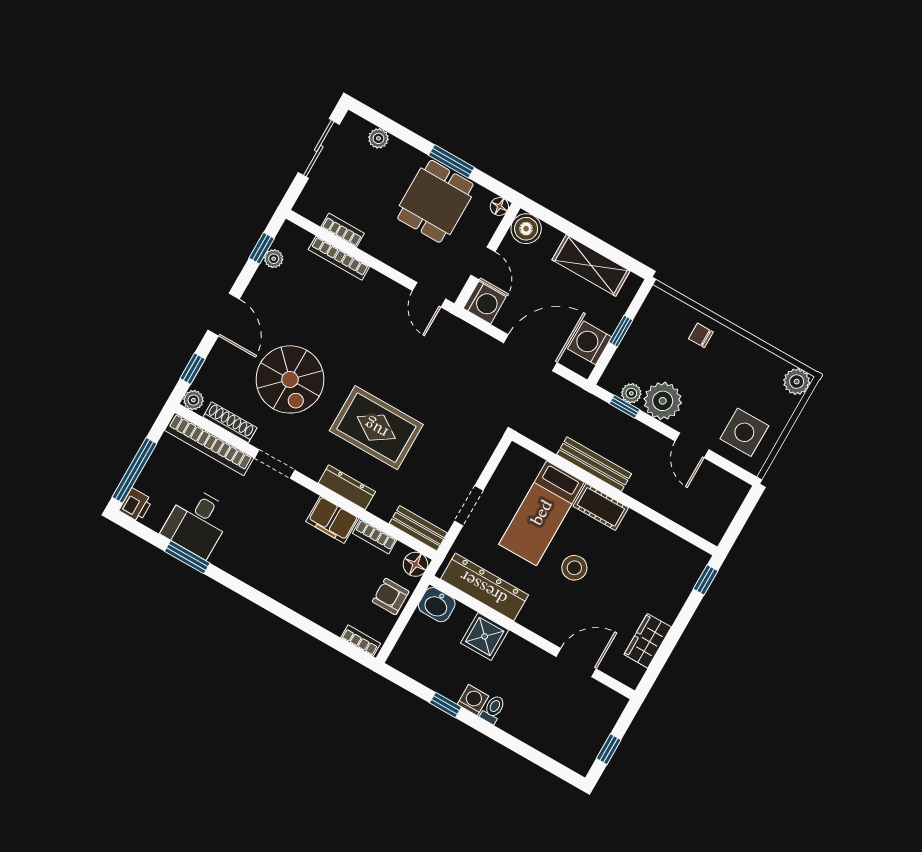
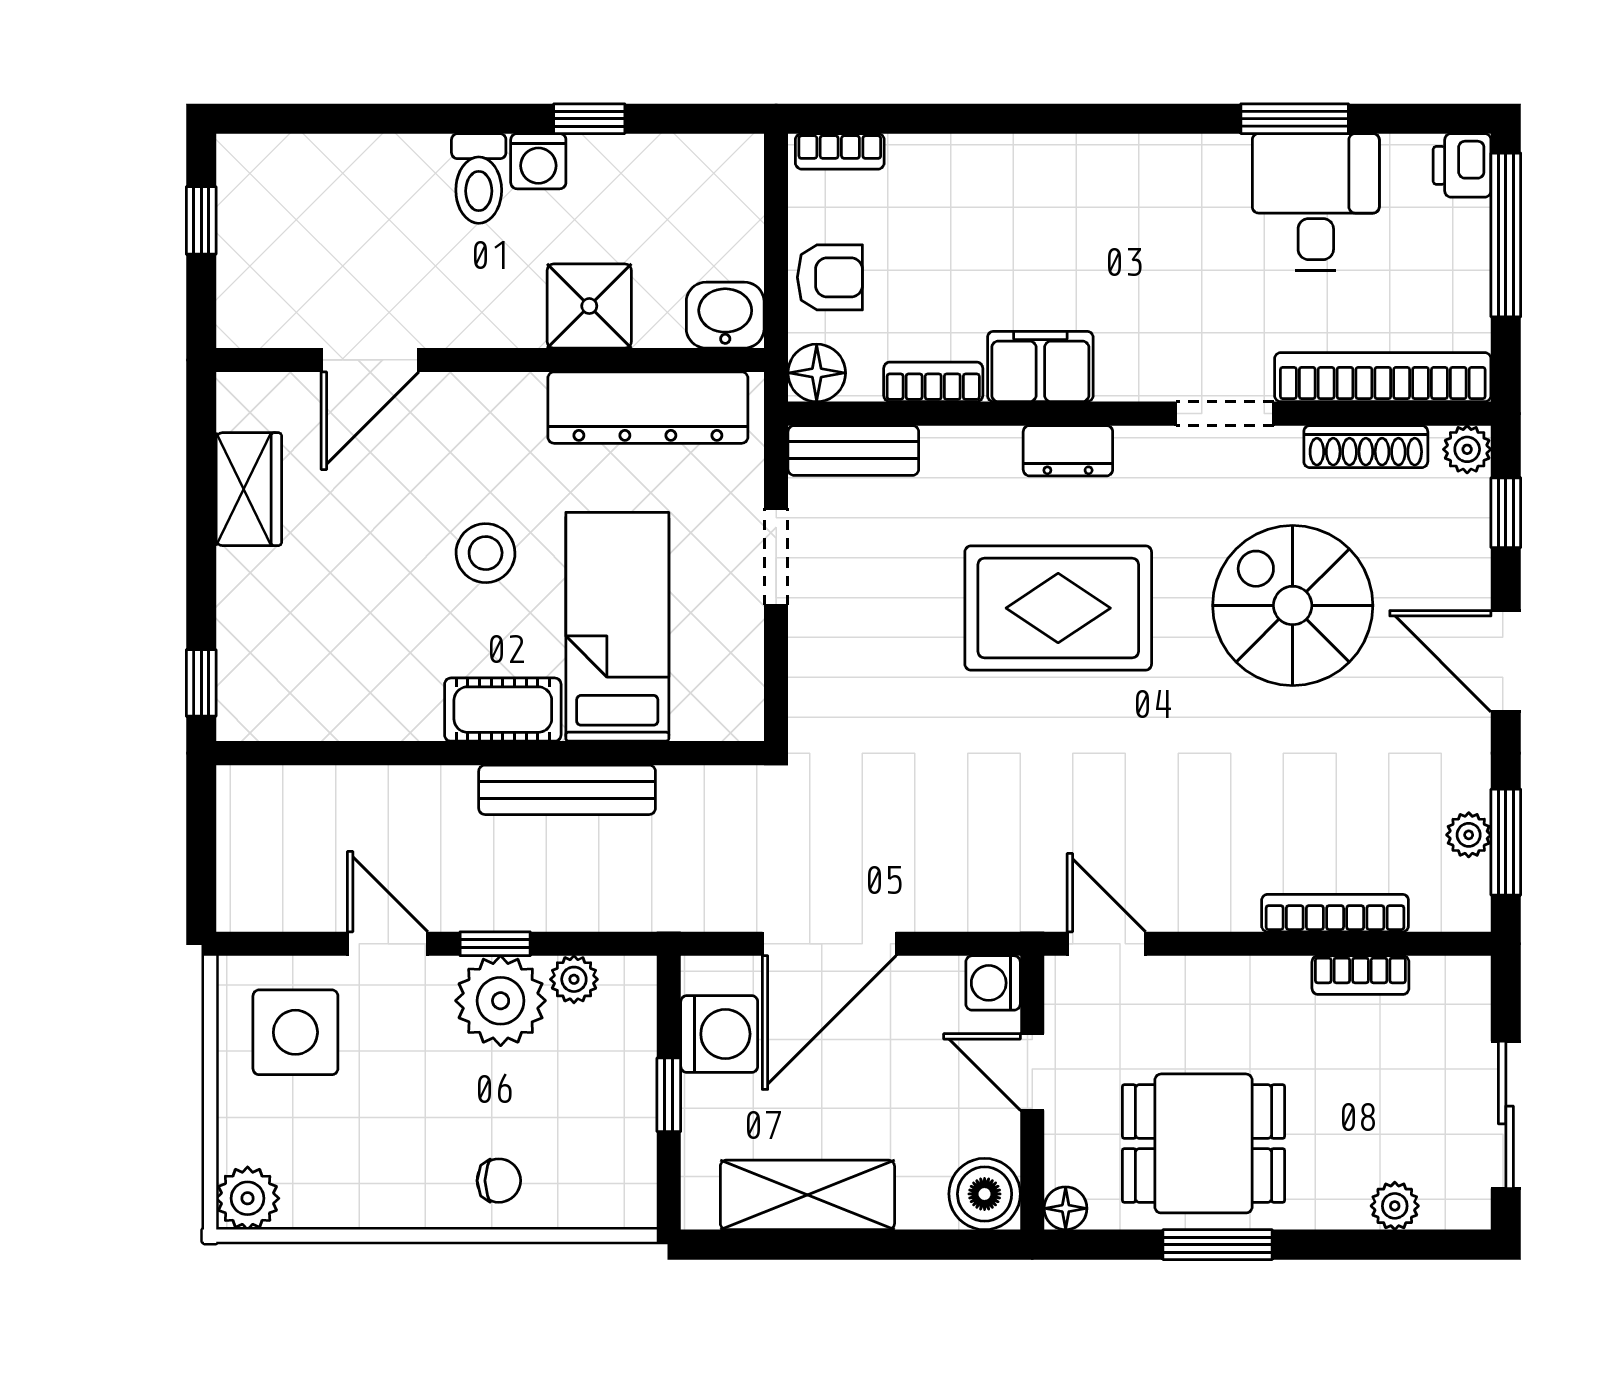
dining table: (435, 201) -> (1204, 1143), turned 90
window: (262, 248) -> (1506, 842), width x1.50
washing machine: (485, 303) -> (993, 983), width x0.73, depth x0.73
window: (625, 407) -> (495, 944), moved
dresser: (347, 487) -> (1068, 451), width x0.70
toilet: (493, 709) -> (479, 178), width x1.37, depth x1.39

